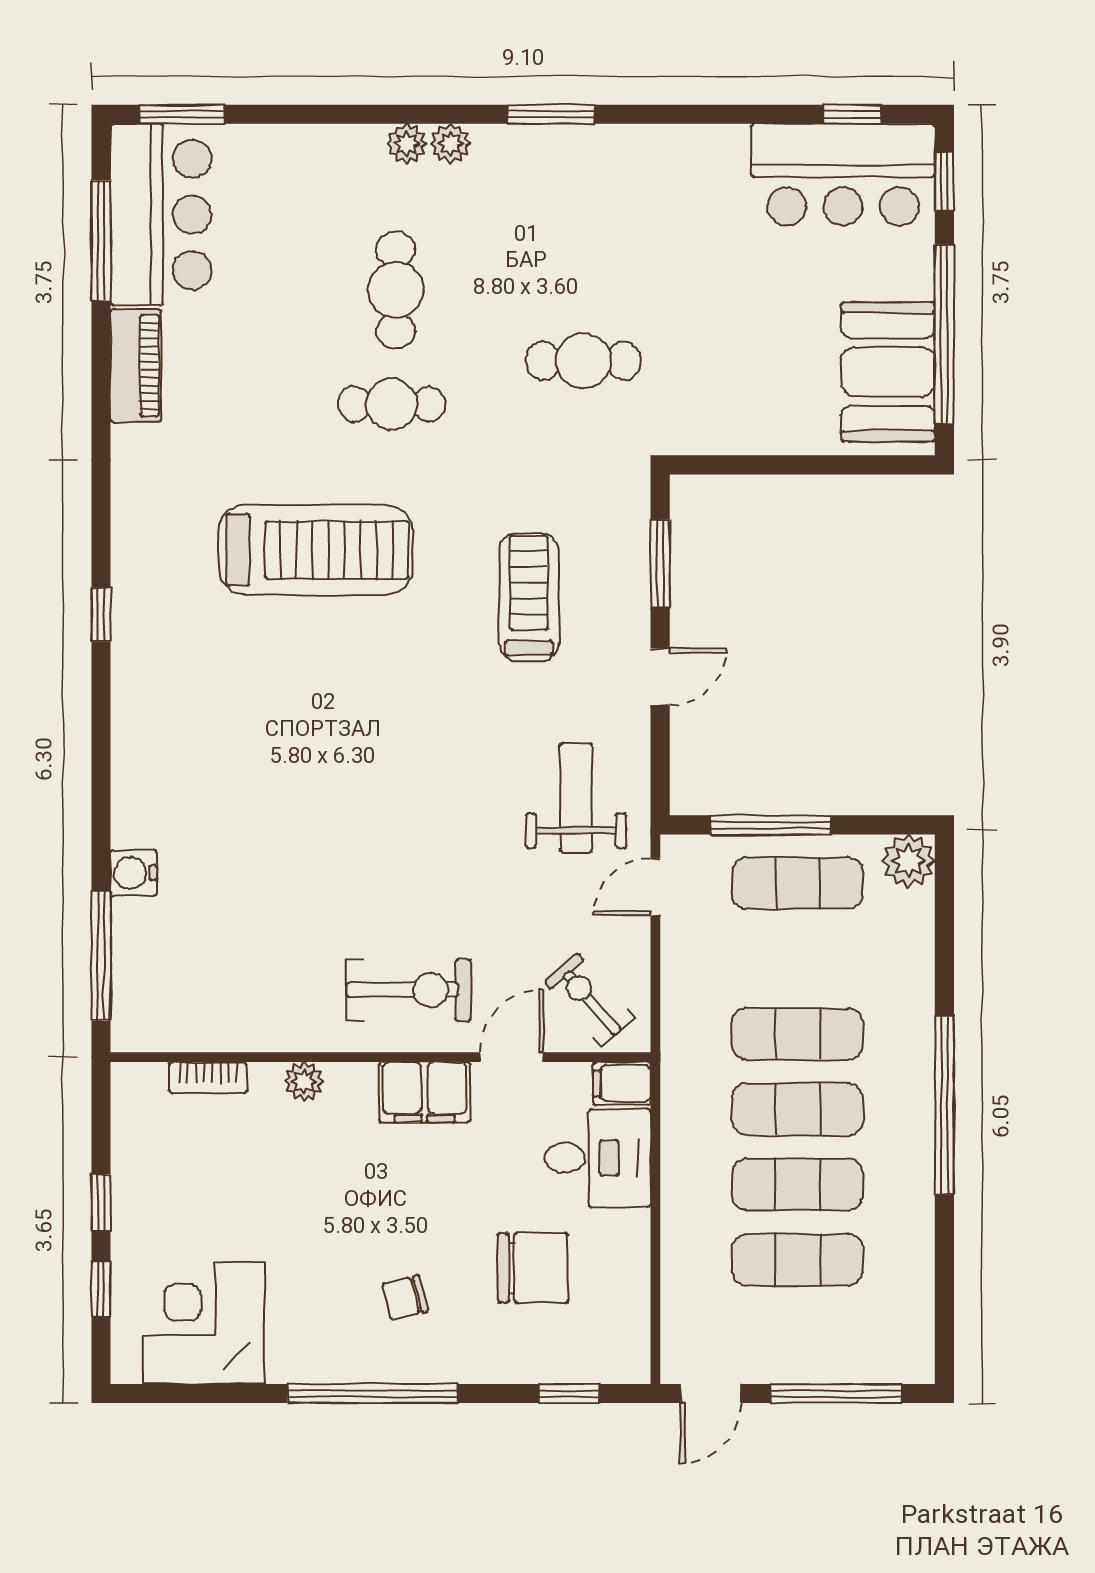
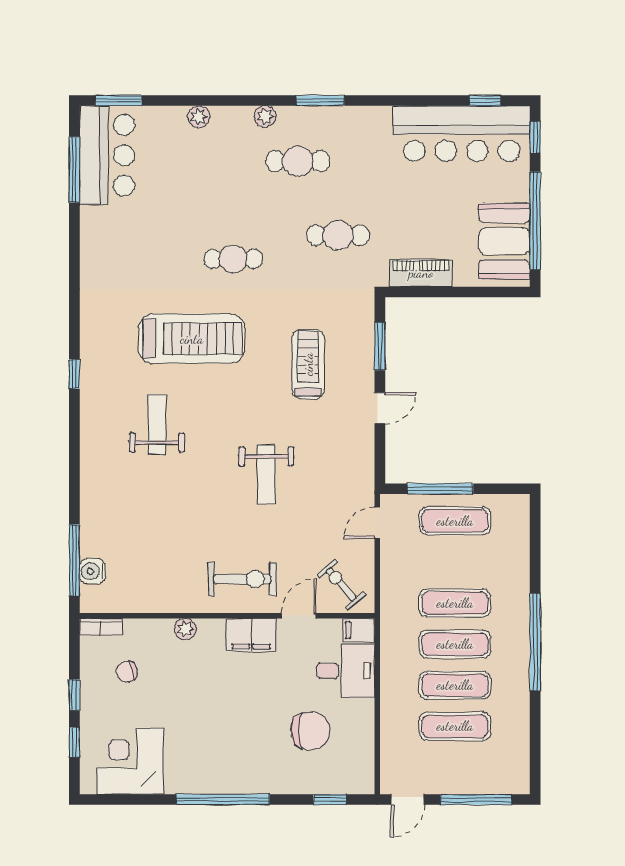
plant: (407, 144) -> (199, 117), moved
bar counter: (843, 175) -> (462, 134), width x1.36
cafe table: (396, 290) -> (298, 161), moved, turned 90
piano: (136, 366) -> (421, 273), moved, turned -90
weight bench: (252, 707) -> (157, 424), added
weight bench: (576, 798) -> (266, 474), moved, turned 180
plant: (908, 861) -> (516, 508), removed
water cooler: (134, 873) -> (92, 571), moved
bookcase: (208, 1077) -> (101, 627), moved
chair: (405, 1298) -> (127, 672), moved

